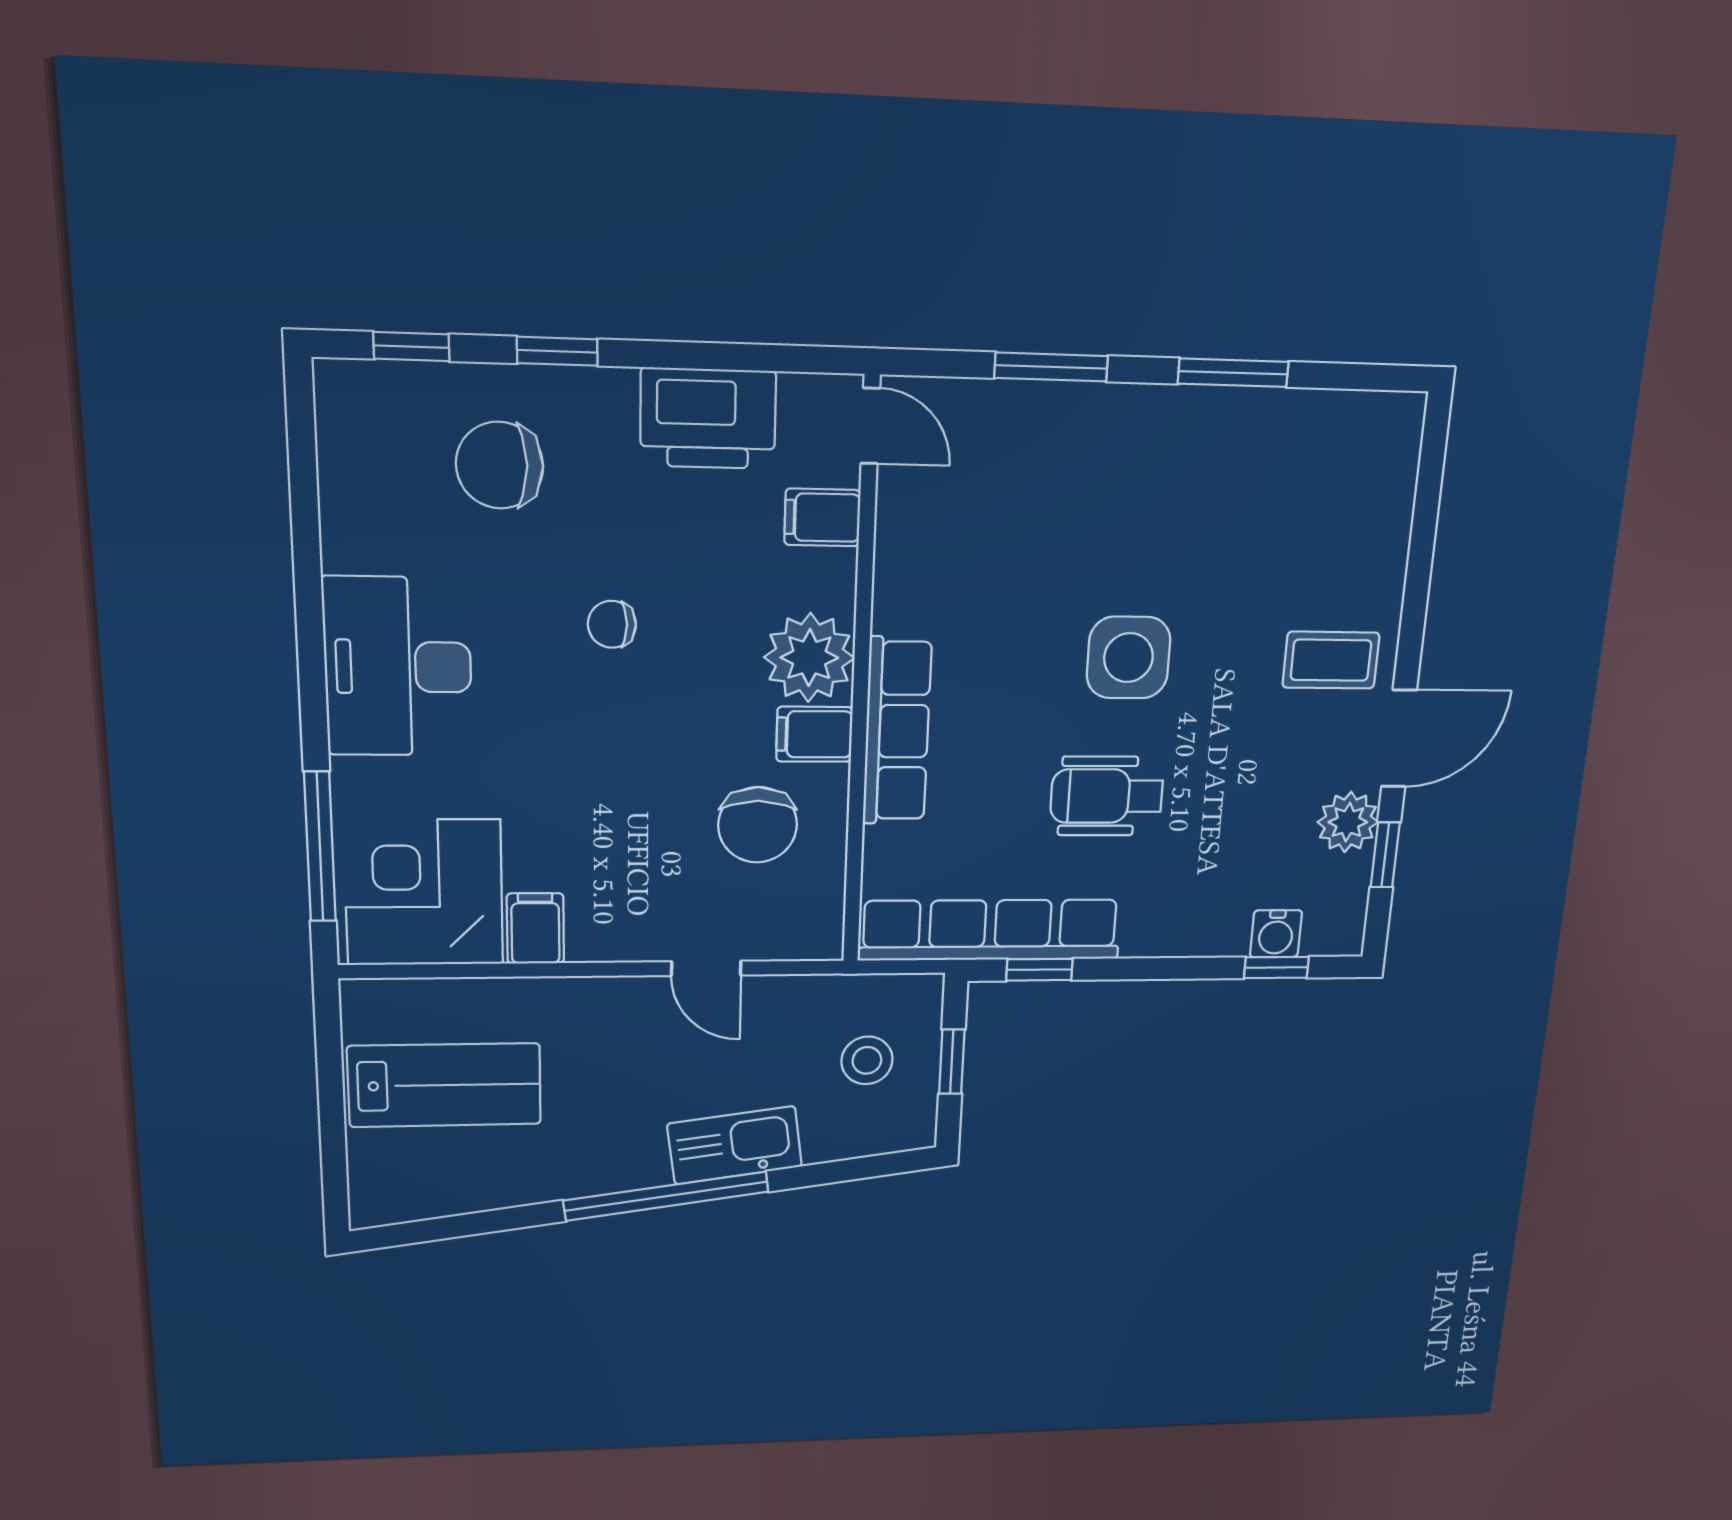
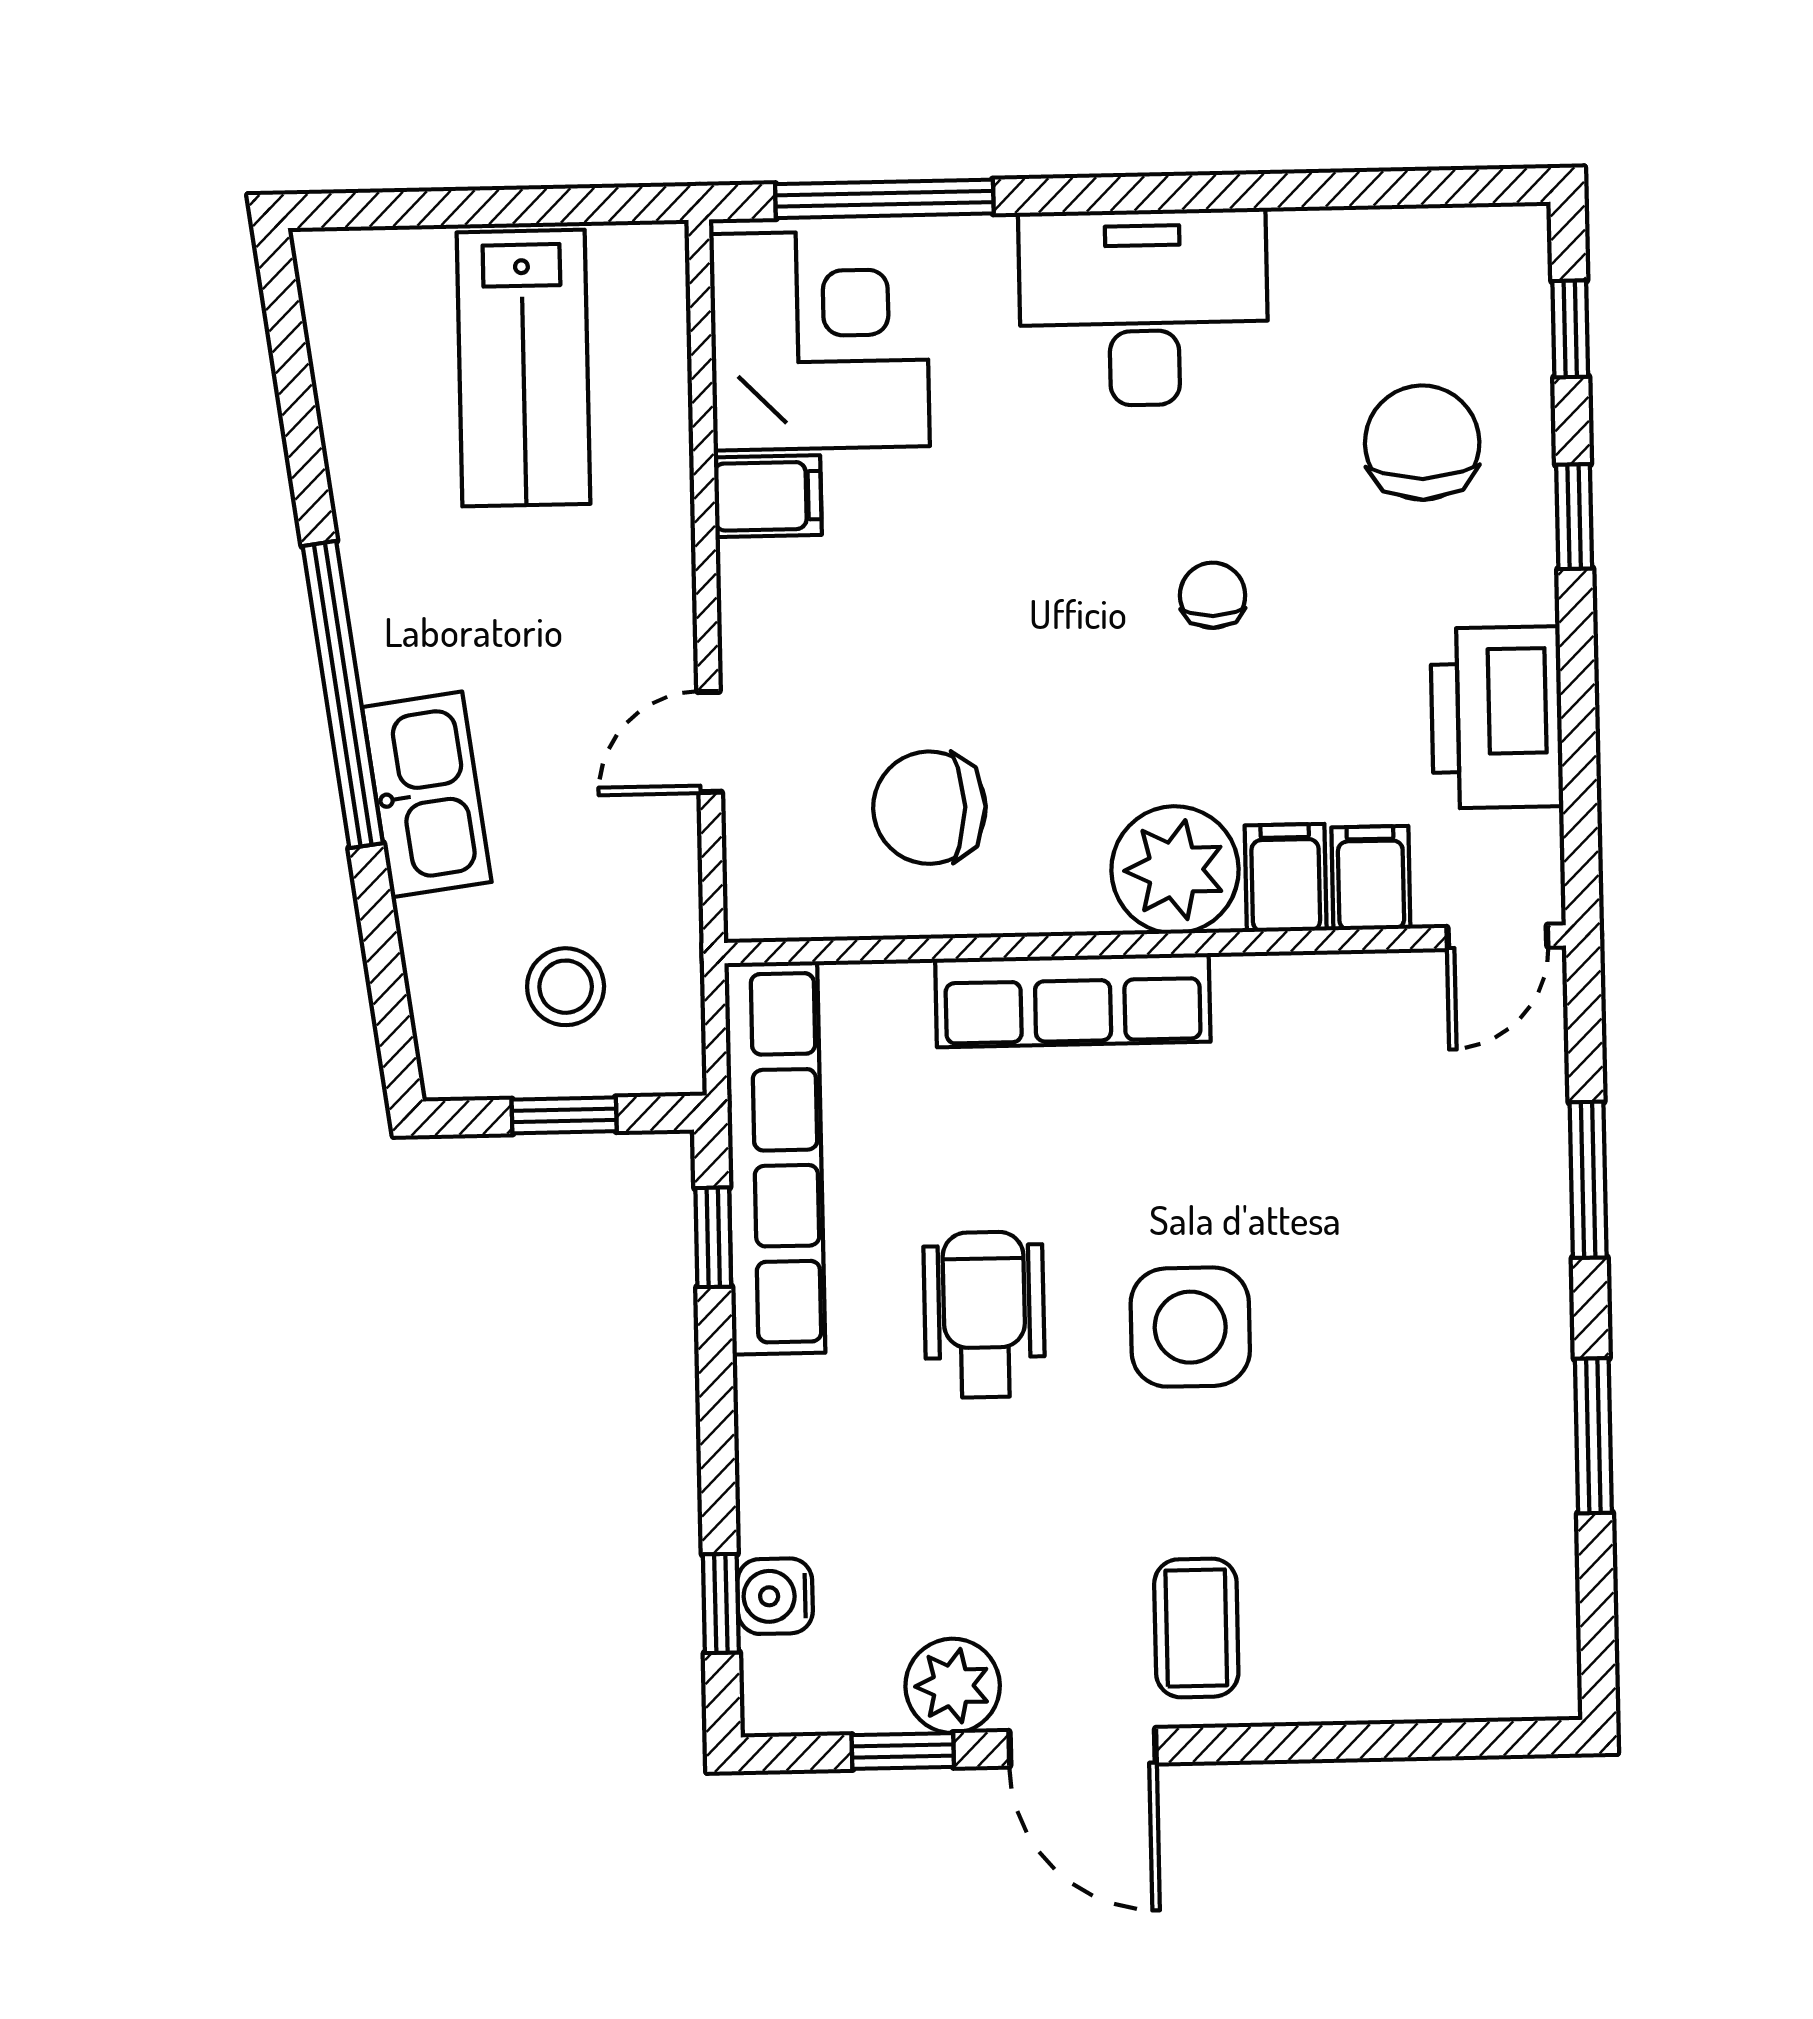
filing cabinet: (814, 734) -> (1286, 878), moved

